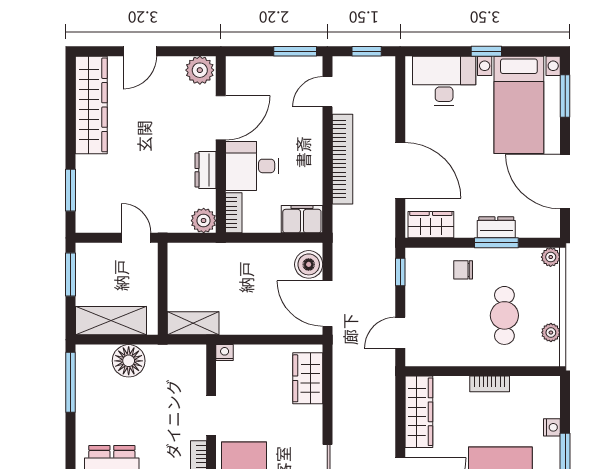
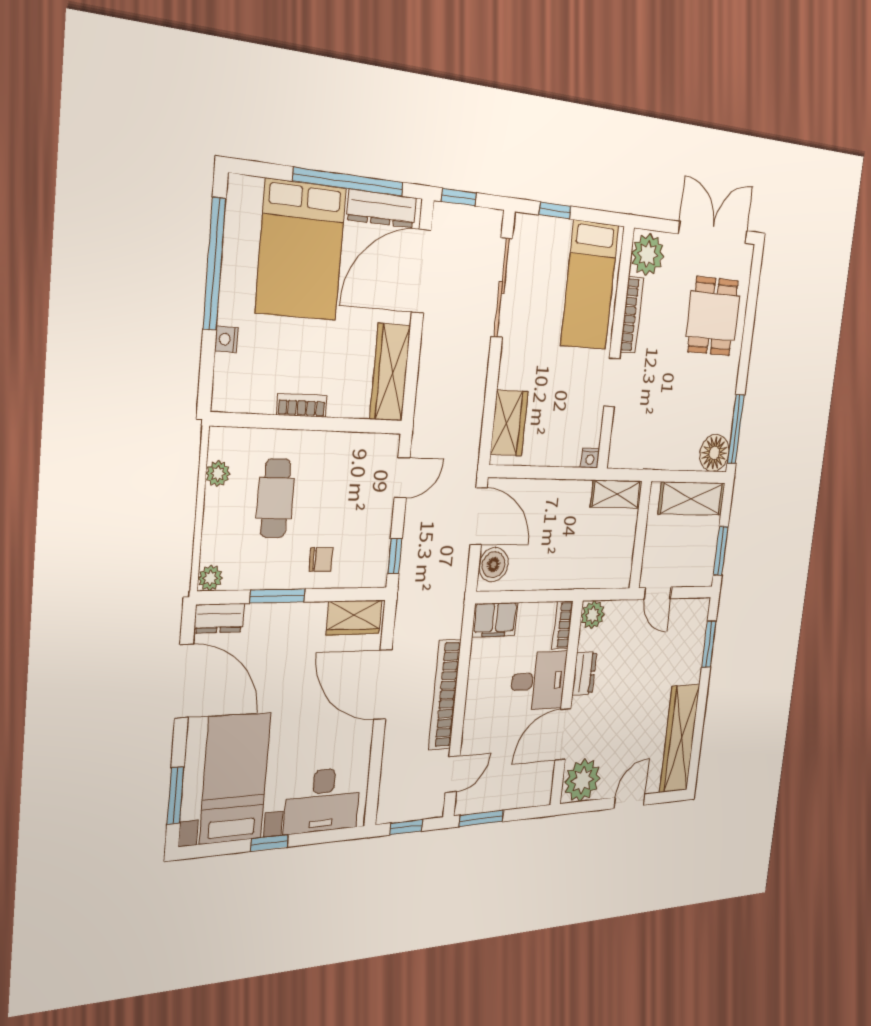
plant: (200, 70) -> (582, 780), width x1.36, depth x1.36
dresser: (496, 227) -> (219, 618), moved
floor lamp: (129, 361) -> (714, 453), moved

